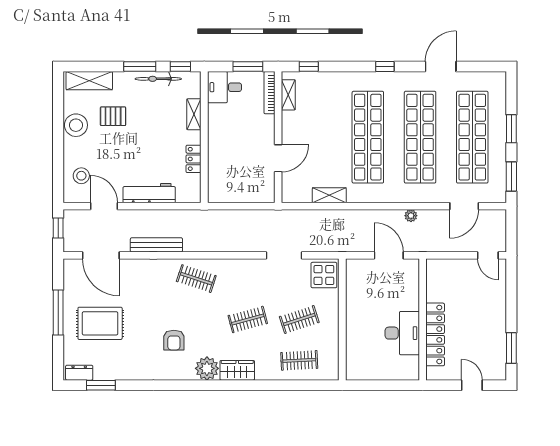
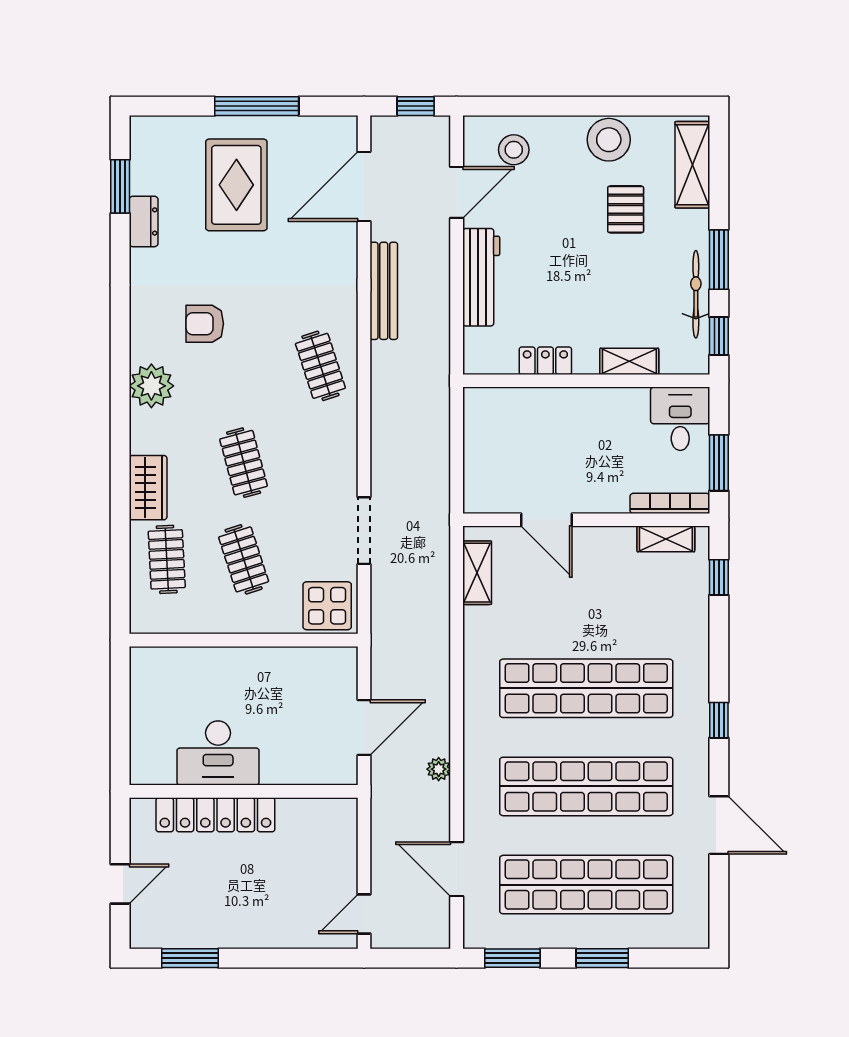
shelving: (329, 195) -> (477, 573), moved
clothes rail: (196, 279) -> (320, 366), turned -36
wardrobe: (237, 370) -> (148, 488), moved
dresser: (79, 373) -> (144, 221), moved

